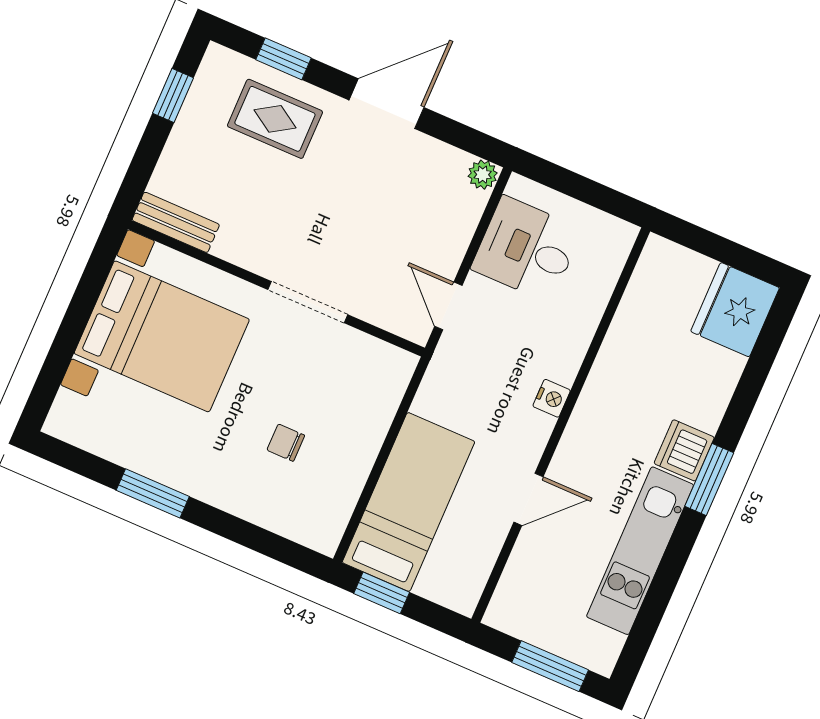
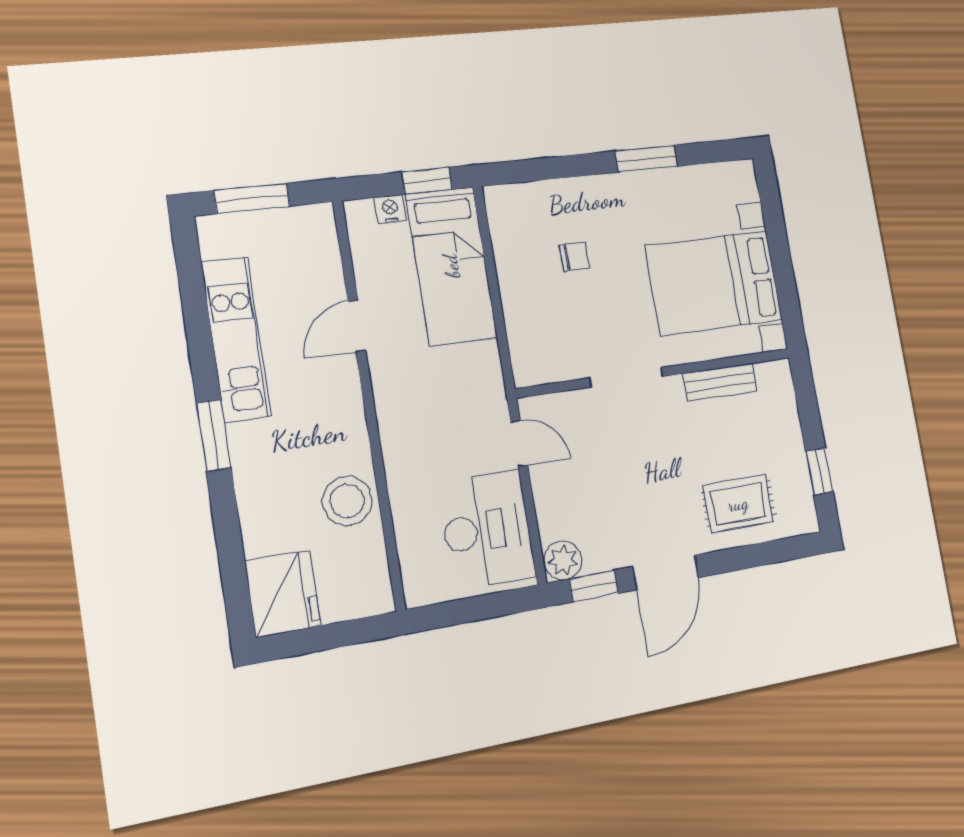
window: (283, 59) -> (594, 586), moved
plant: (483, 175) -> (563, 560), width x1.38, depth x1.38
bench: (176, 222) -> (720, 382), moved
desk: (527, 249) -> (487, 530), width x1.37
stool: (632, 353) -> (347, 501), added
nightstand: (552, 398) -> (390, 209), moved, turned 90
dishwasher: (684, 450) -> (251, 447), removed

